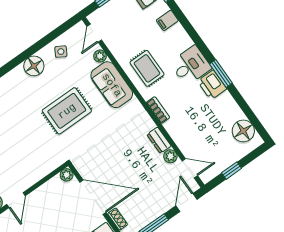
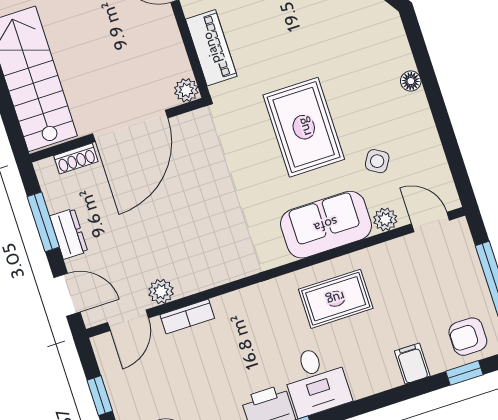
side table: (61, 52) -> (377, 161), moved
floor lamp: (34, 66) -> (411, 81), width x0.53, depth x0.53
bookcase: (158, 110) -> (187, 317), moved
dresser: (159, 140) -> (69, 234), moved, turned 90
piano: (42, 169) -> (211, 48), added

